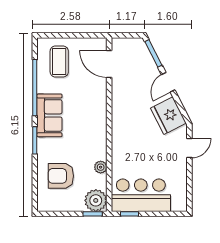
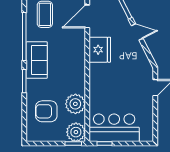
door: (109, 64) -> (87, 16), hinge flipped
door: (168, 82) -> (137, 32), swing flipped
fridge: (168, 116) -> (100, 50), moved, turned -153
plant: (101, 167) -> (75, 104), width x1.88, depth x1.88

